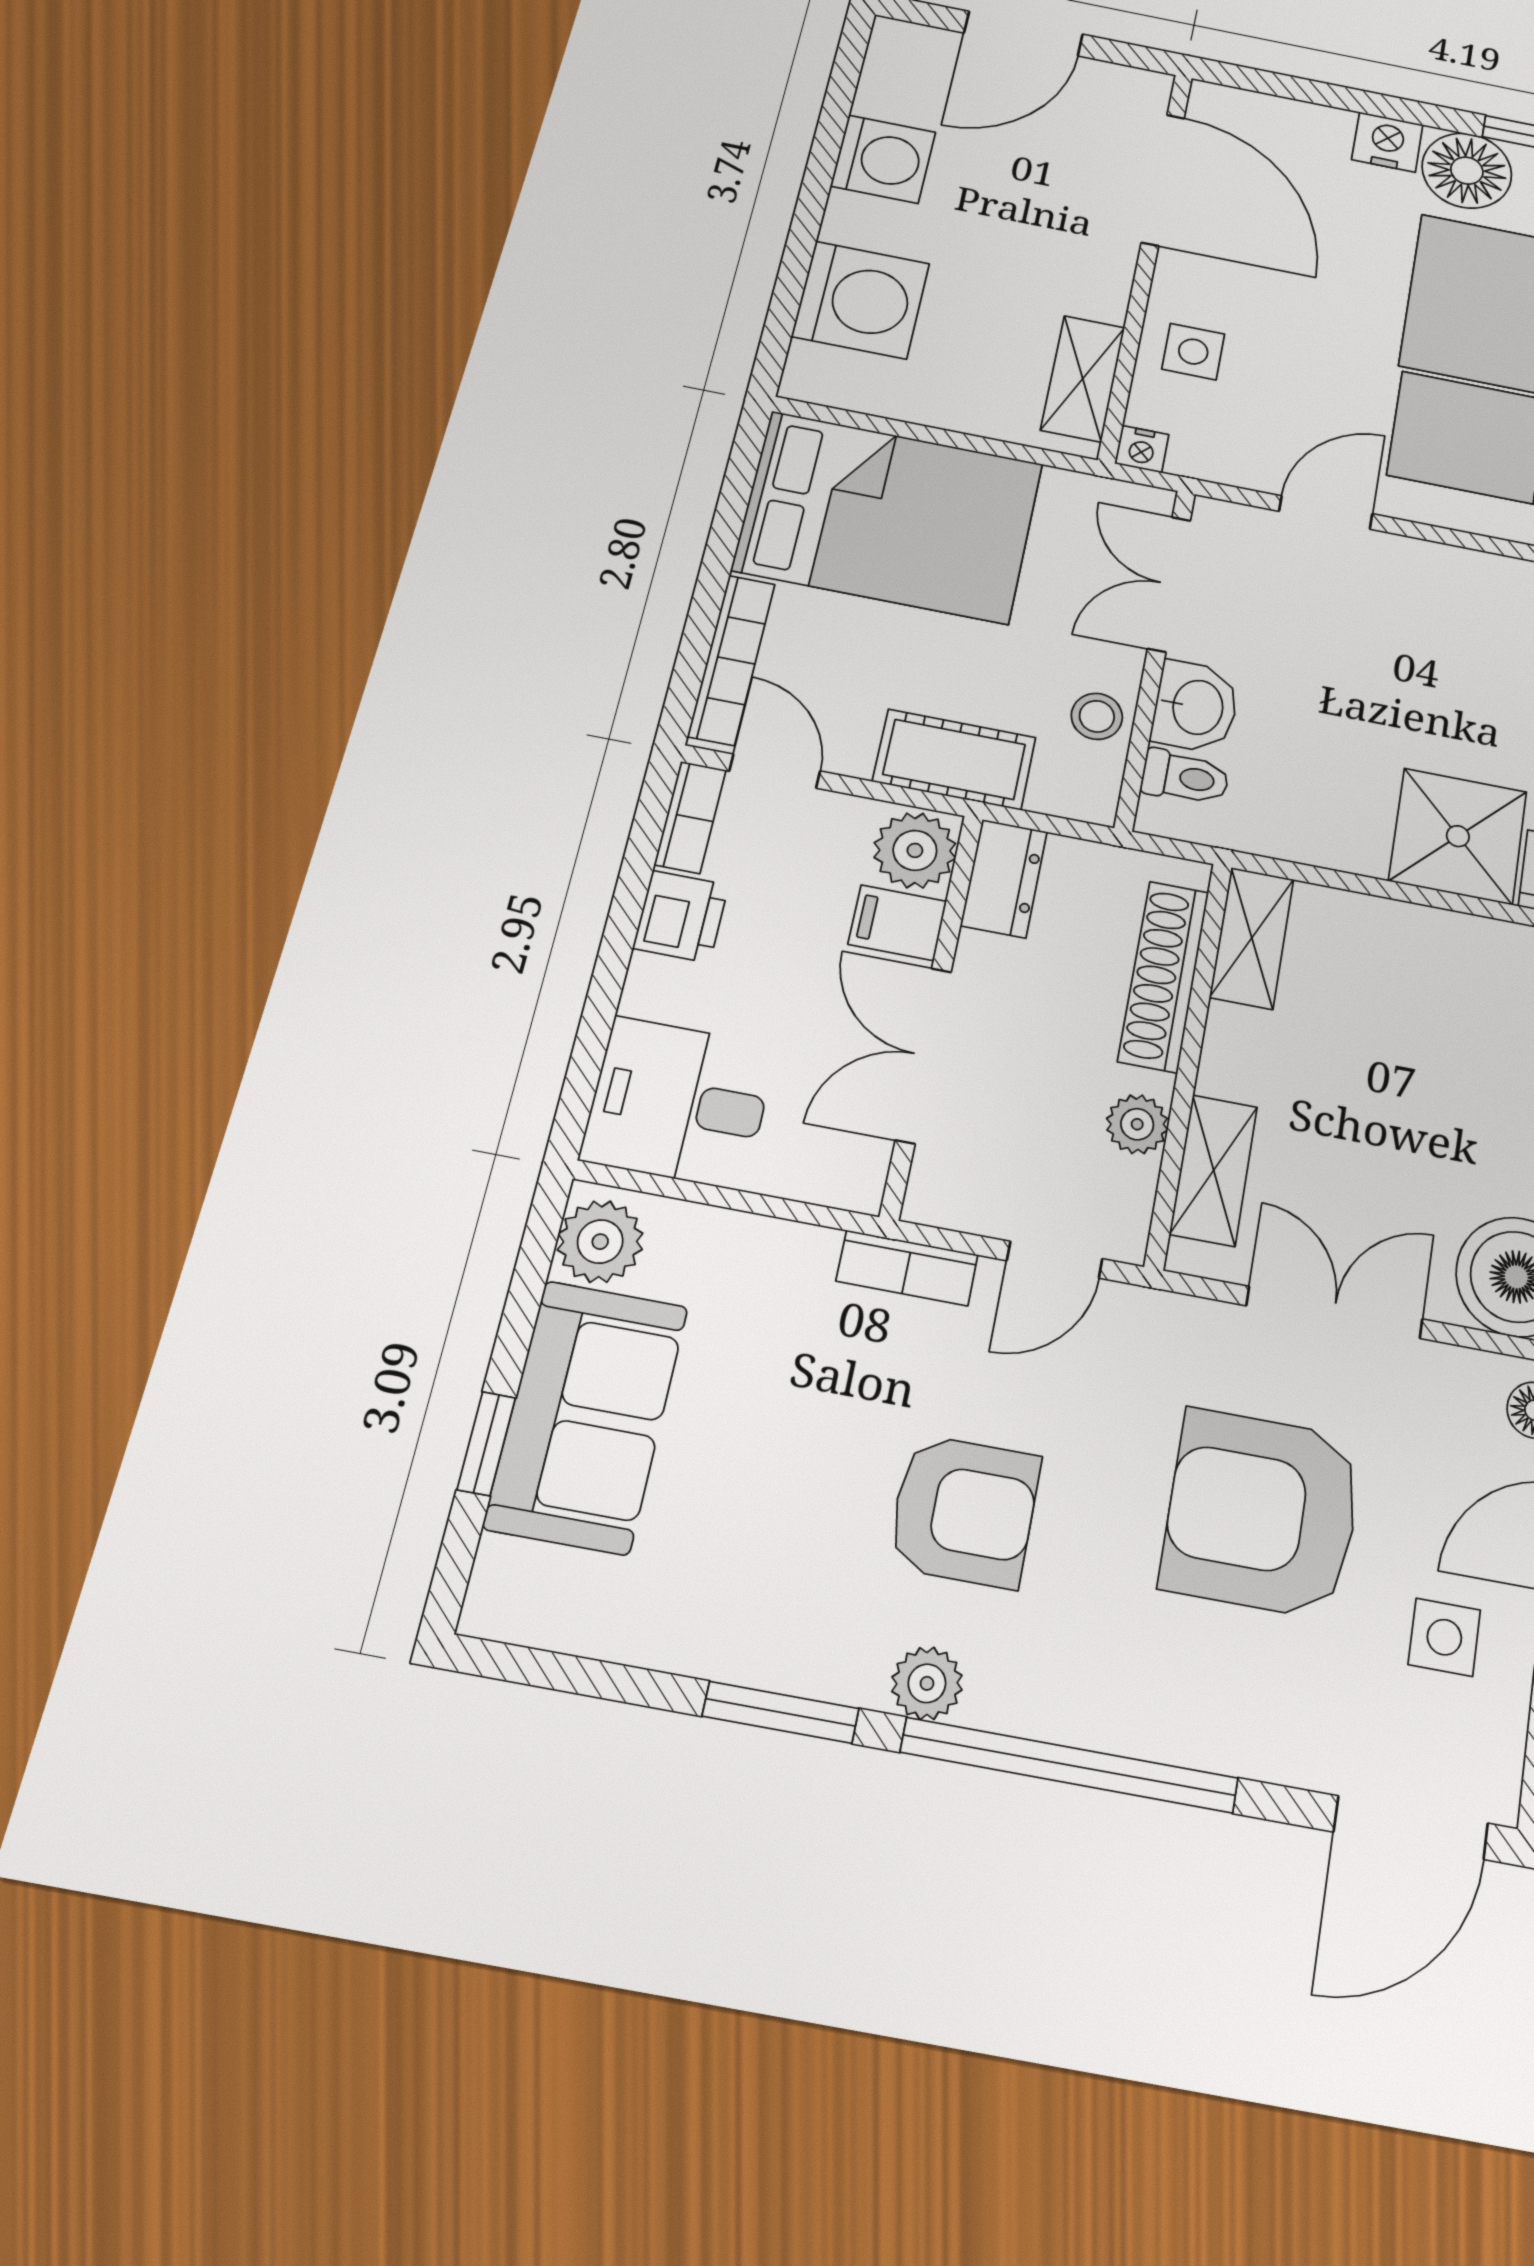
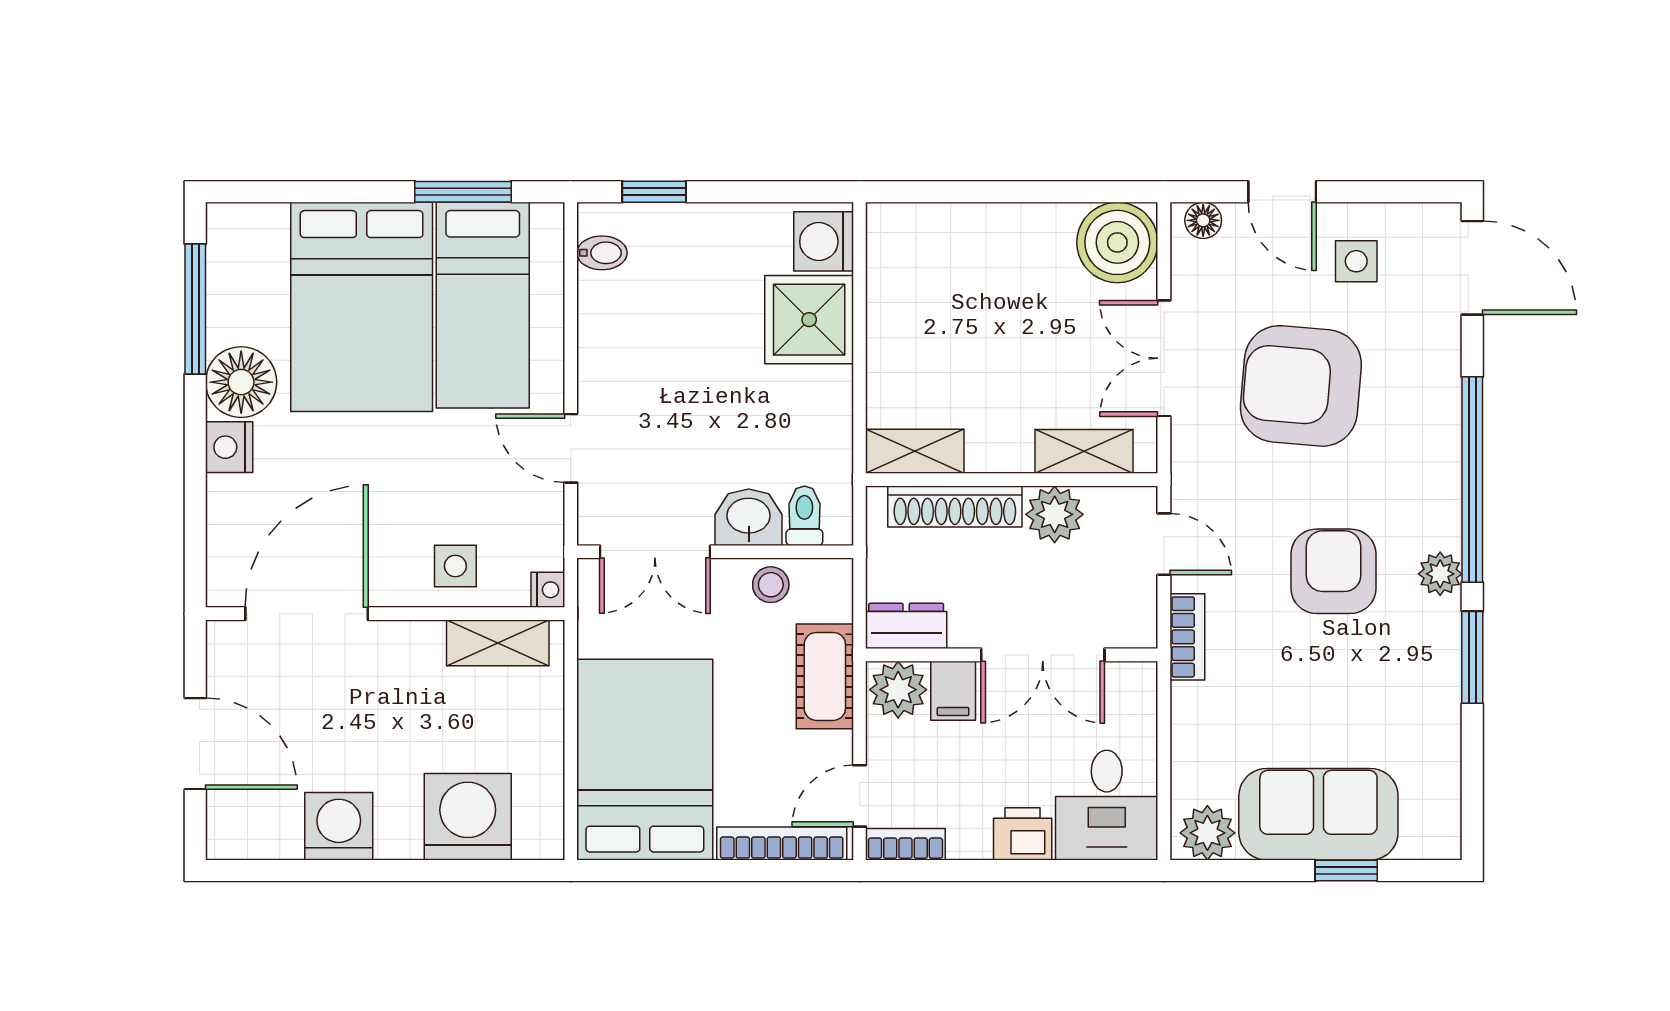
printer: (681, 917) -> (1023, 834), moved
plant: (1137, 1124) -> (1055, 514), width x1.38, depth x1.38
armchair: (1262, 1513) -> (1301, 386), turned 95

